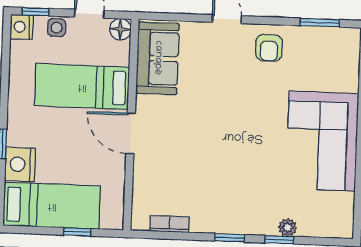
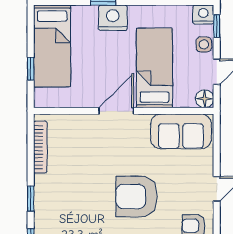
armchair: (232, 113) -> (136, 196), added
nightstand: (20, 164) -> (113, 18), moved
bookcase: (170, 224) -> (40, 147), width x1.56

